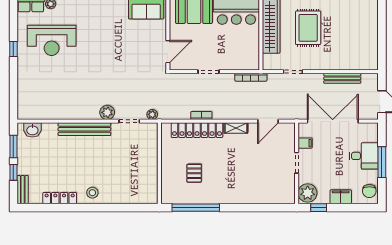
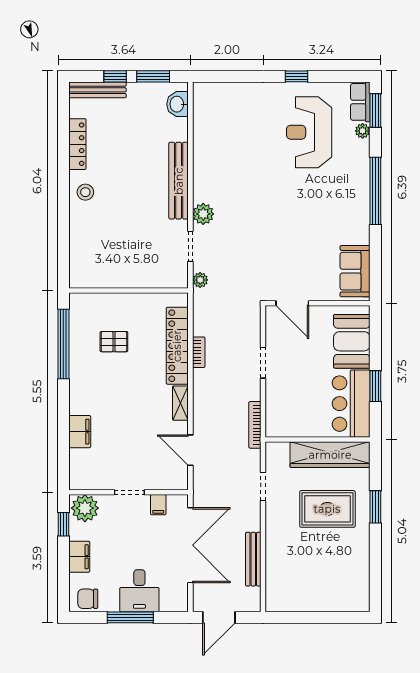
bench: (23, 190) -> (98, 90), width x1.36
filing cabinet: (255, 197) -> (80, 432), added

